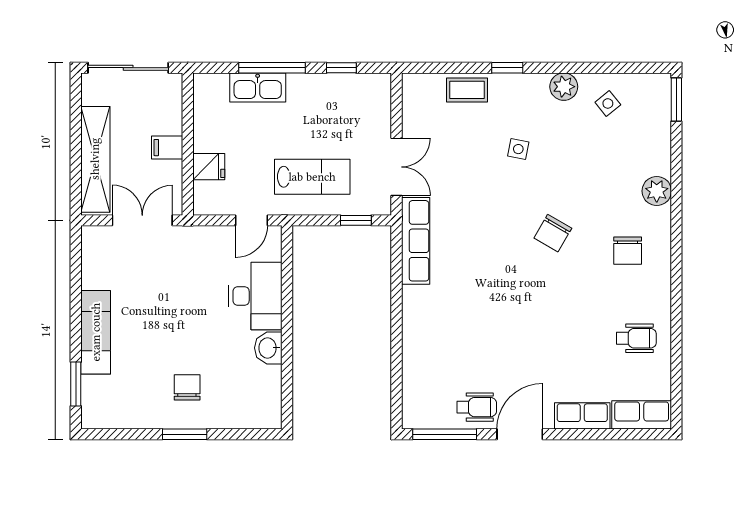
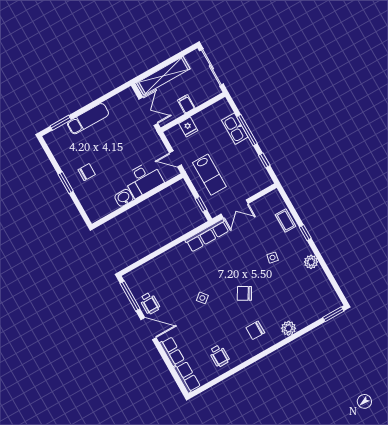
side table: (608, 103) -> (202, 298), moved

